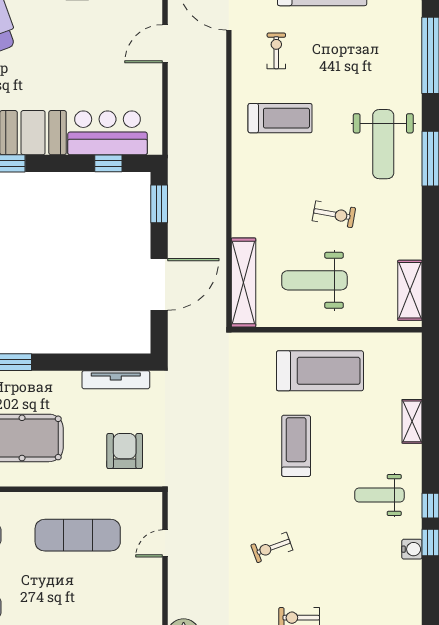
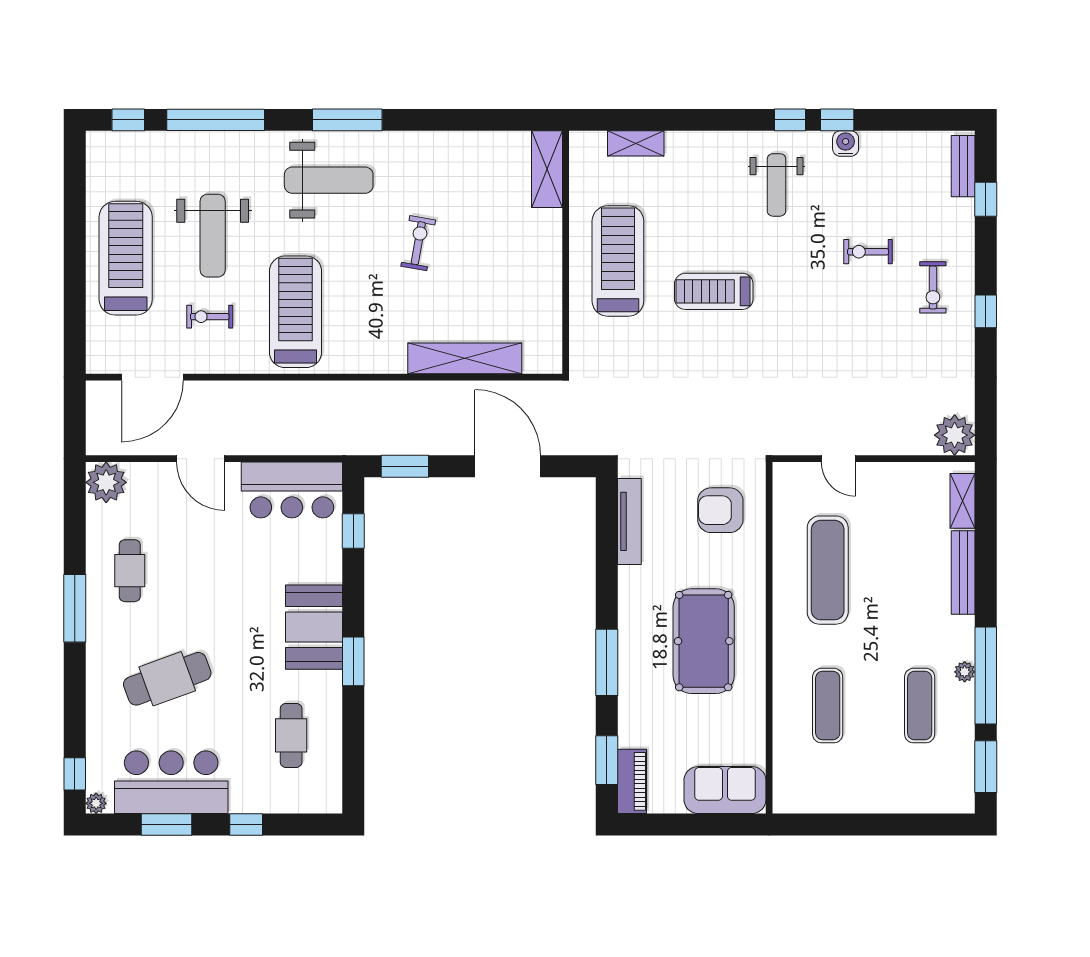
treadmill: (280, 118) -> (296, 312), width x1.37, depth x1.38
bar counter: (108, 133) -> (292, 490), moved, turned -90
weight bench: (314, 280) -> (213, 236), moved
shelving: (244, 283) -> (465, 358), moved
shelving: (410, 290) -> (547, 169), moved, turned 90
shelving: (412, 421) -> (636, 143), moved
exercise bike: (272, 547) -> (868, 252), moved, turned 110

